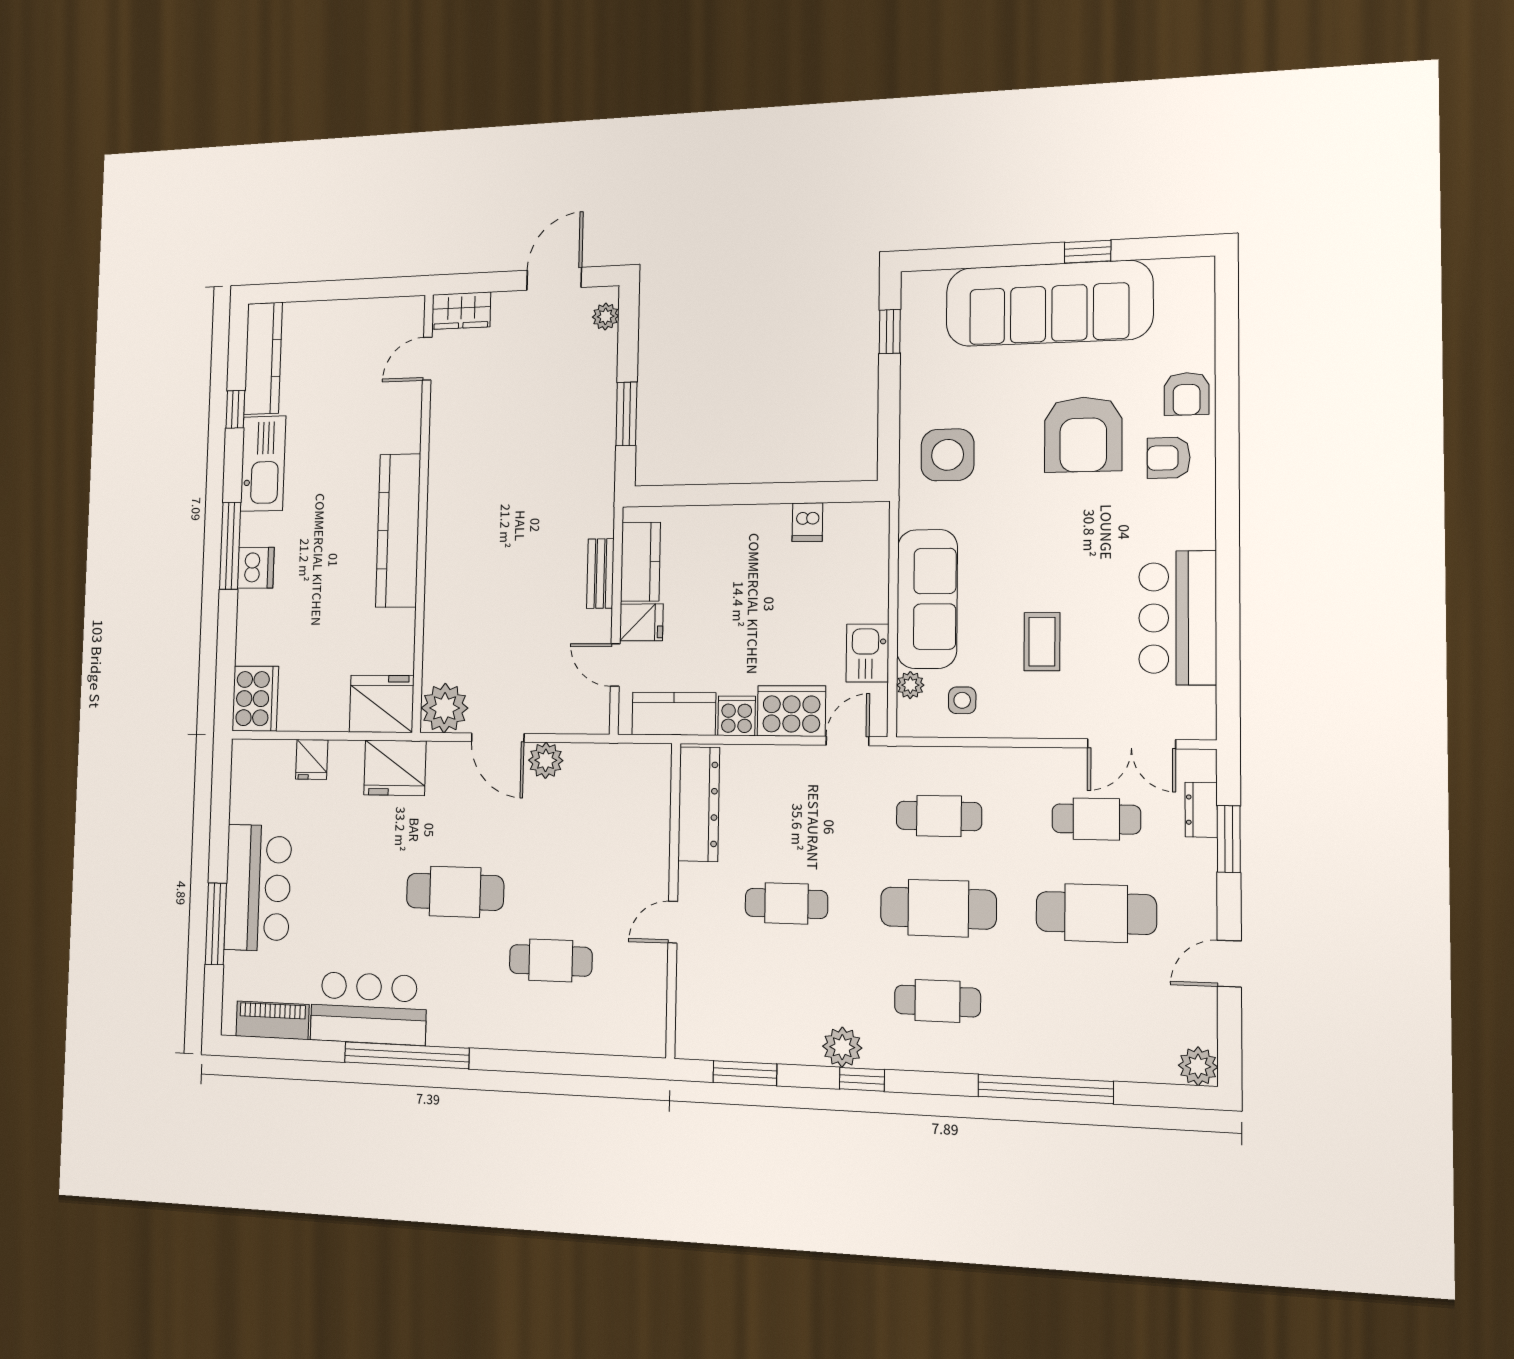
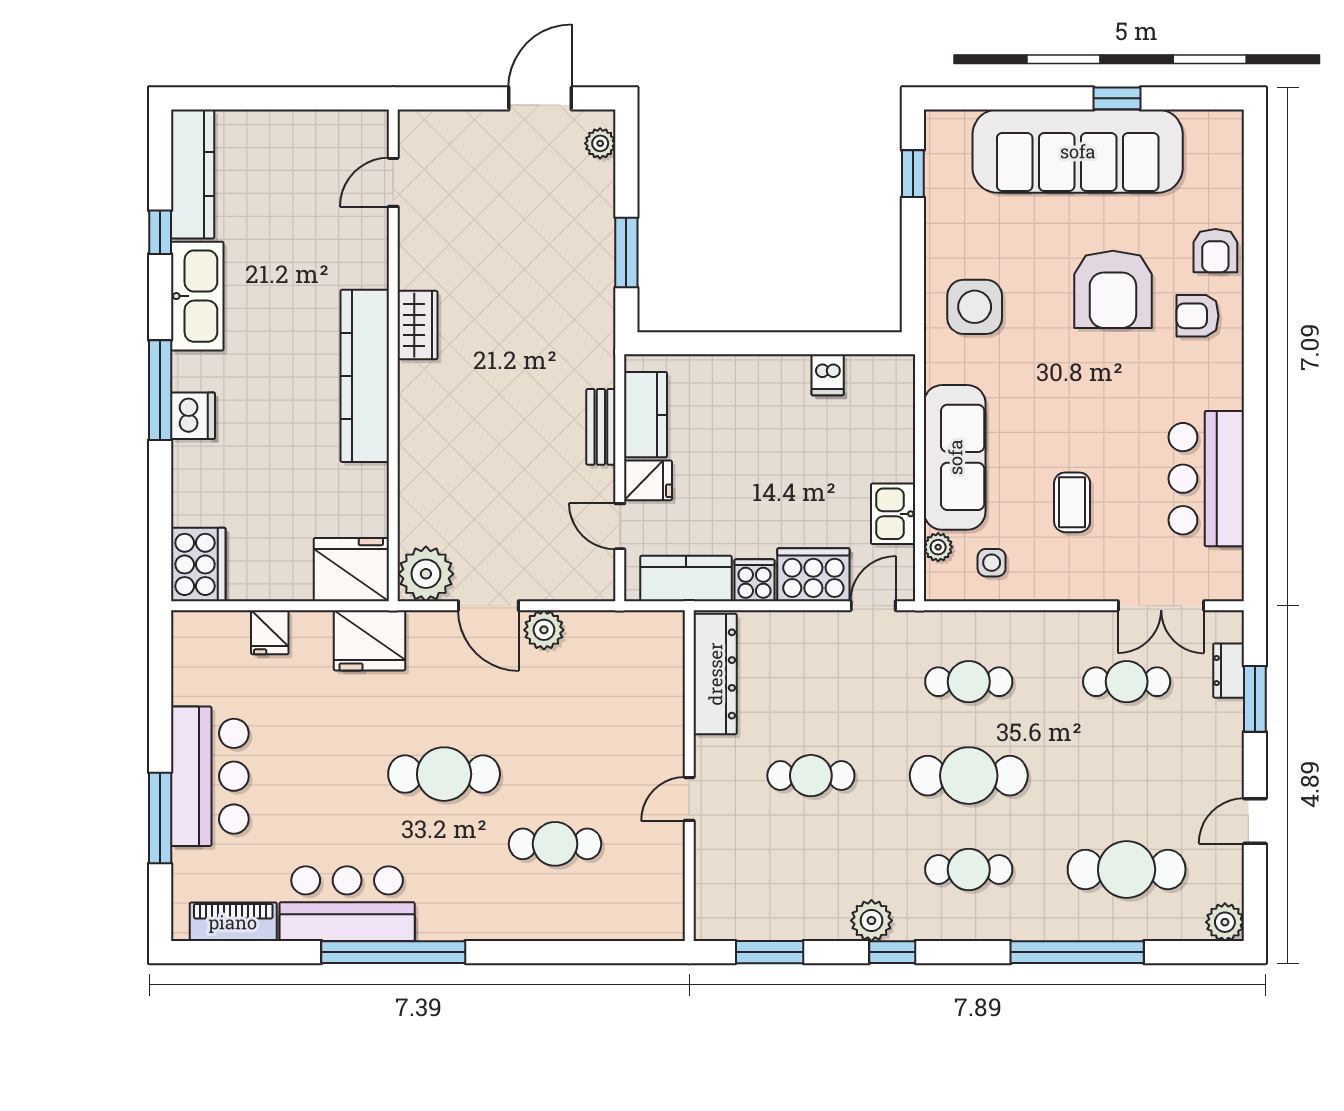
wardrobe: (461, 311) -> (418, 325), moved, turned -90
cafe table: (1096, 913) -> (1127, 870), moved

